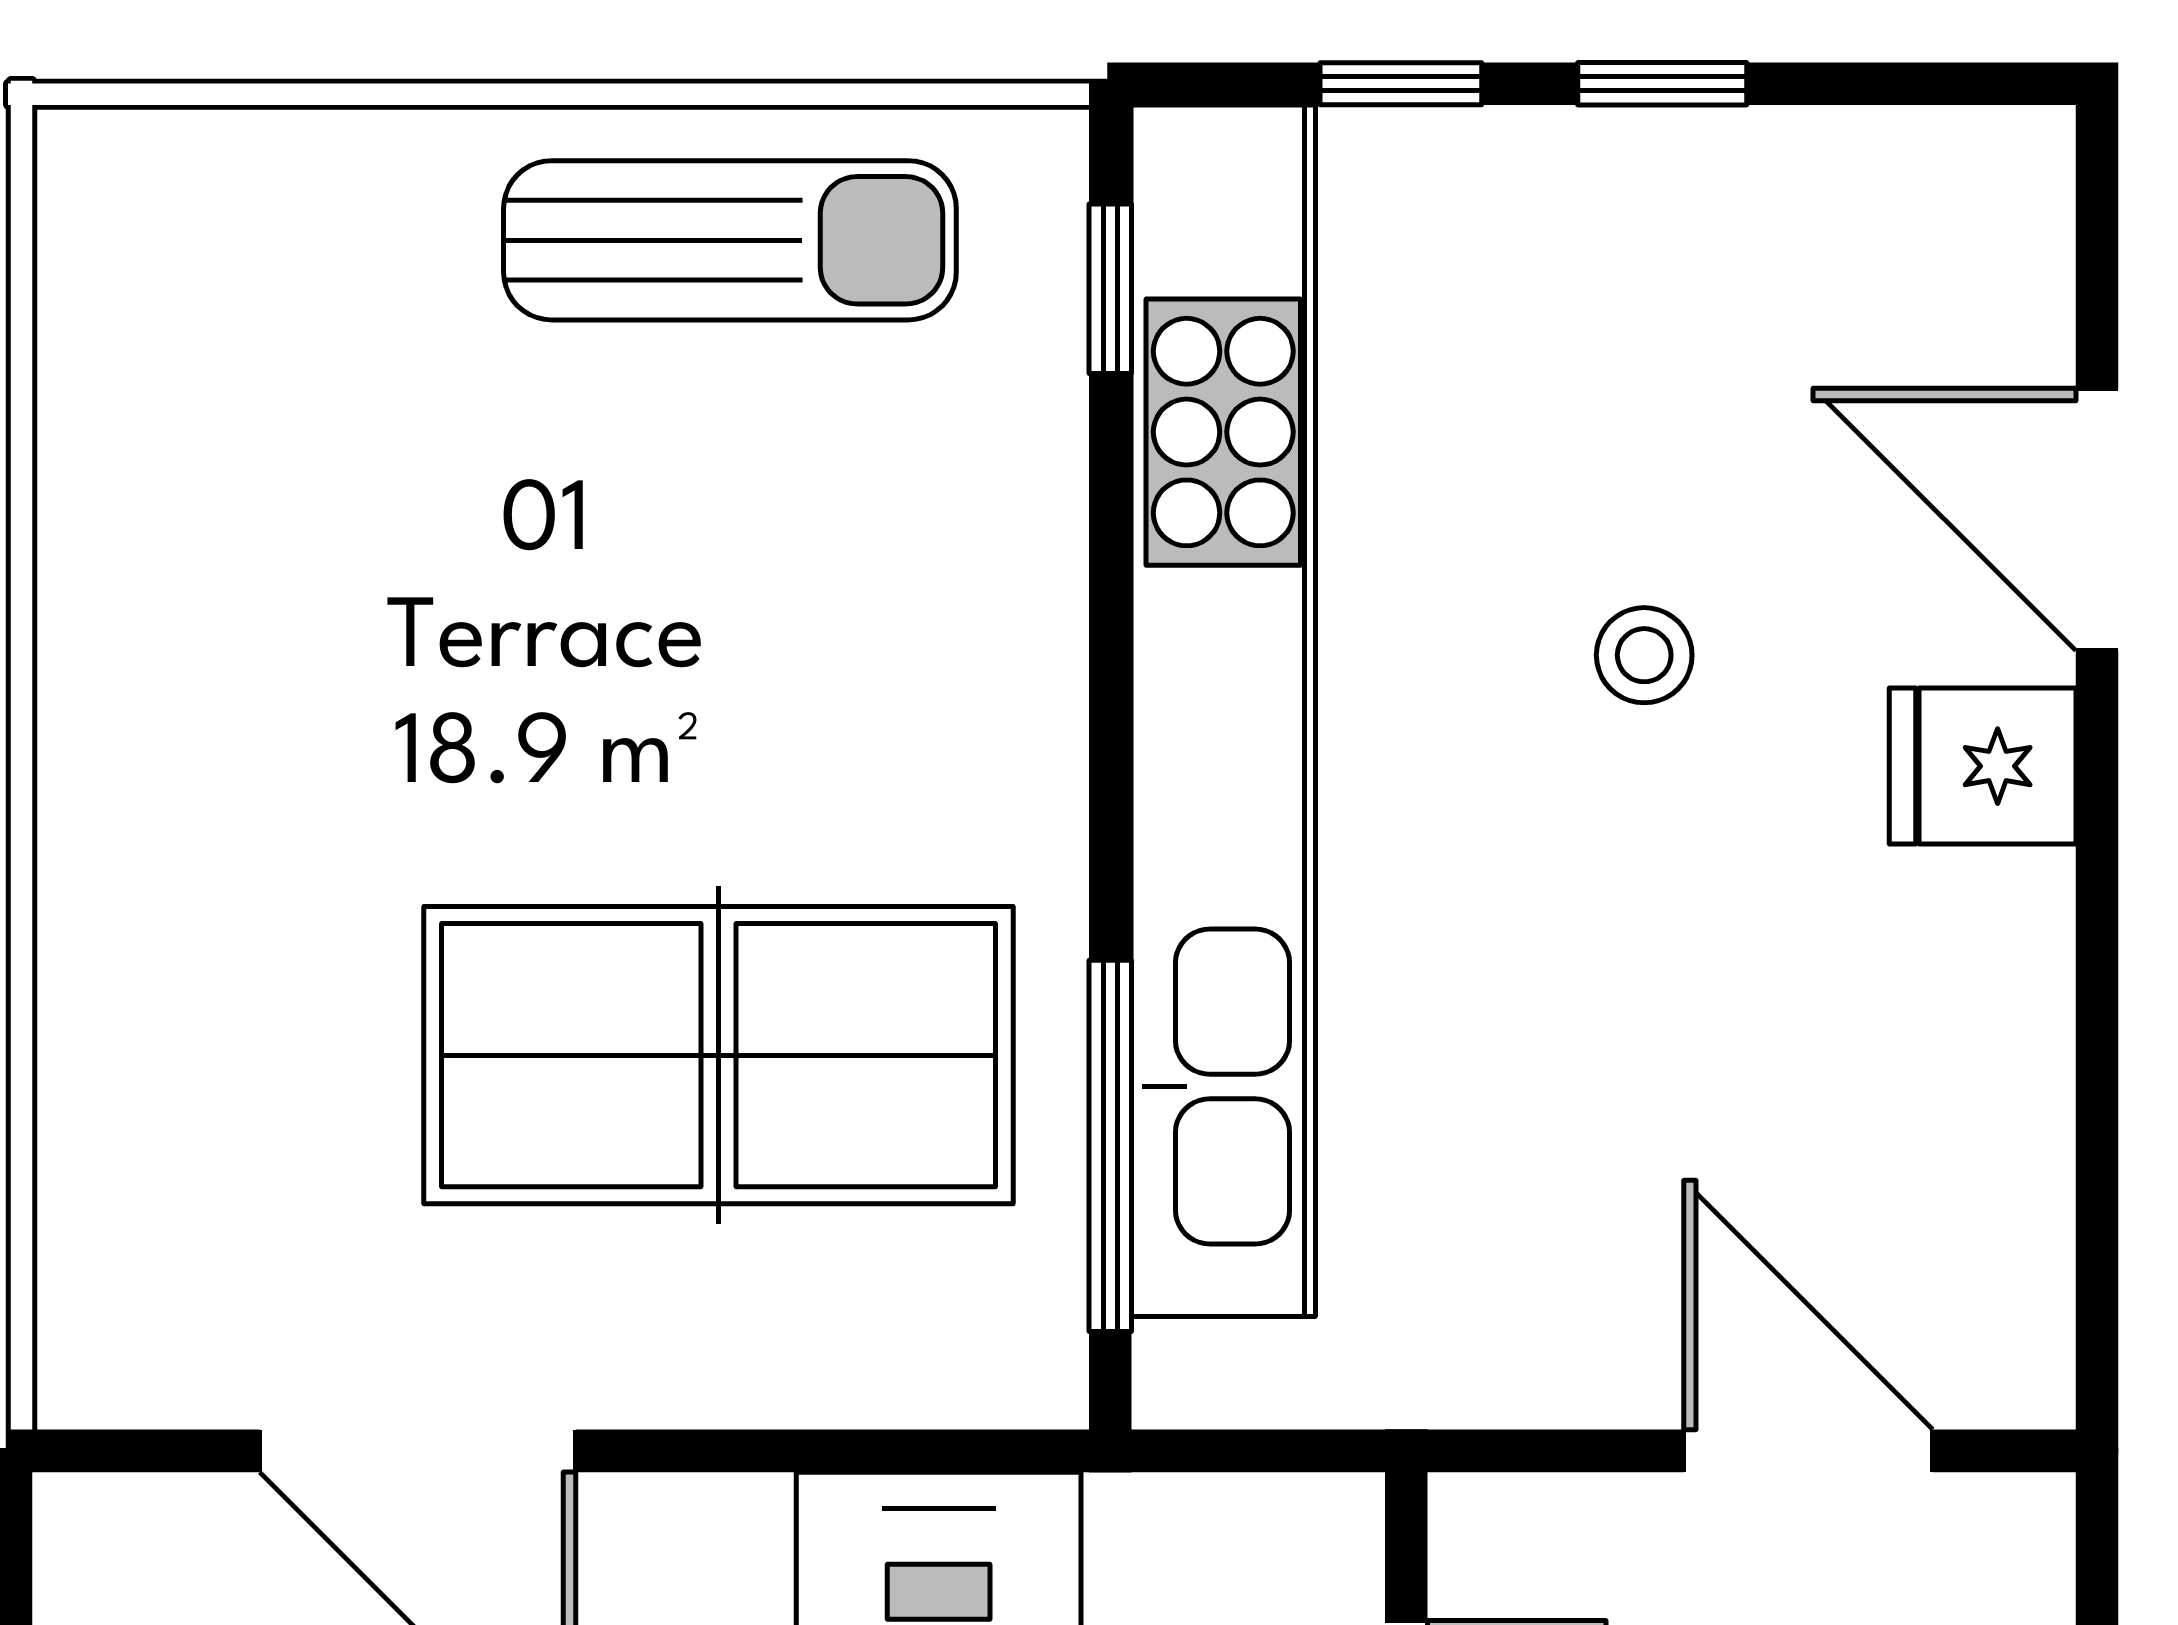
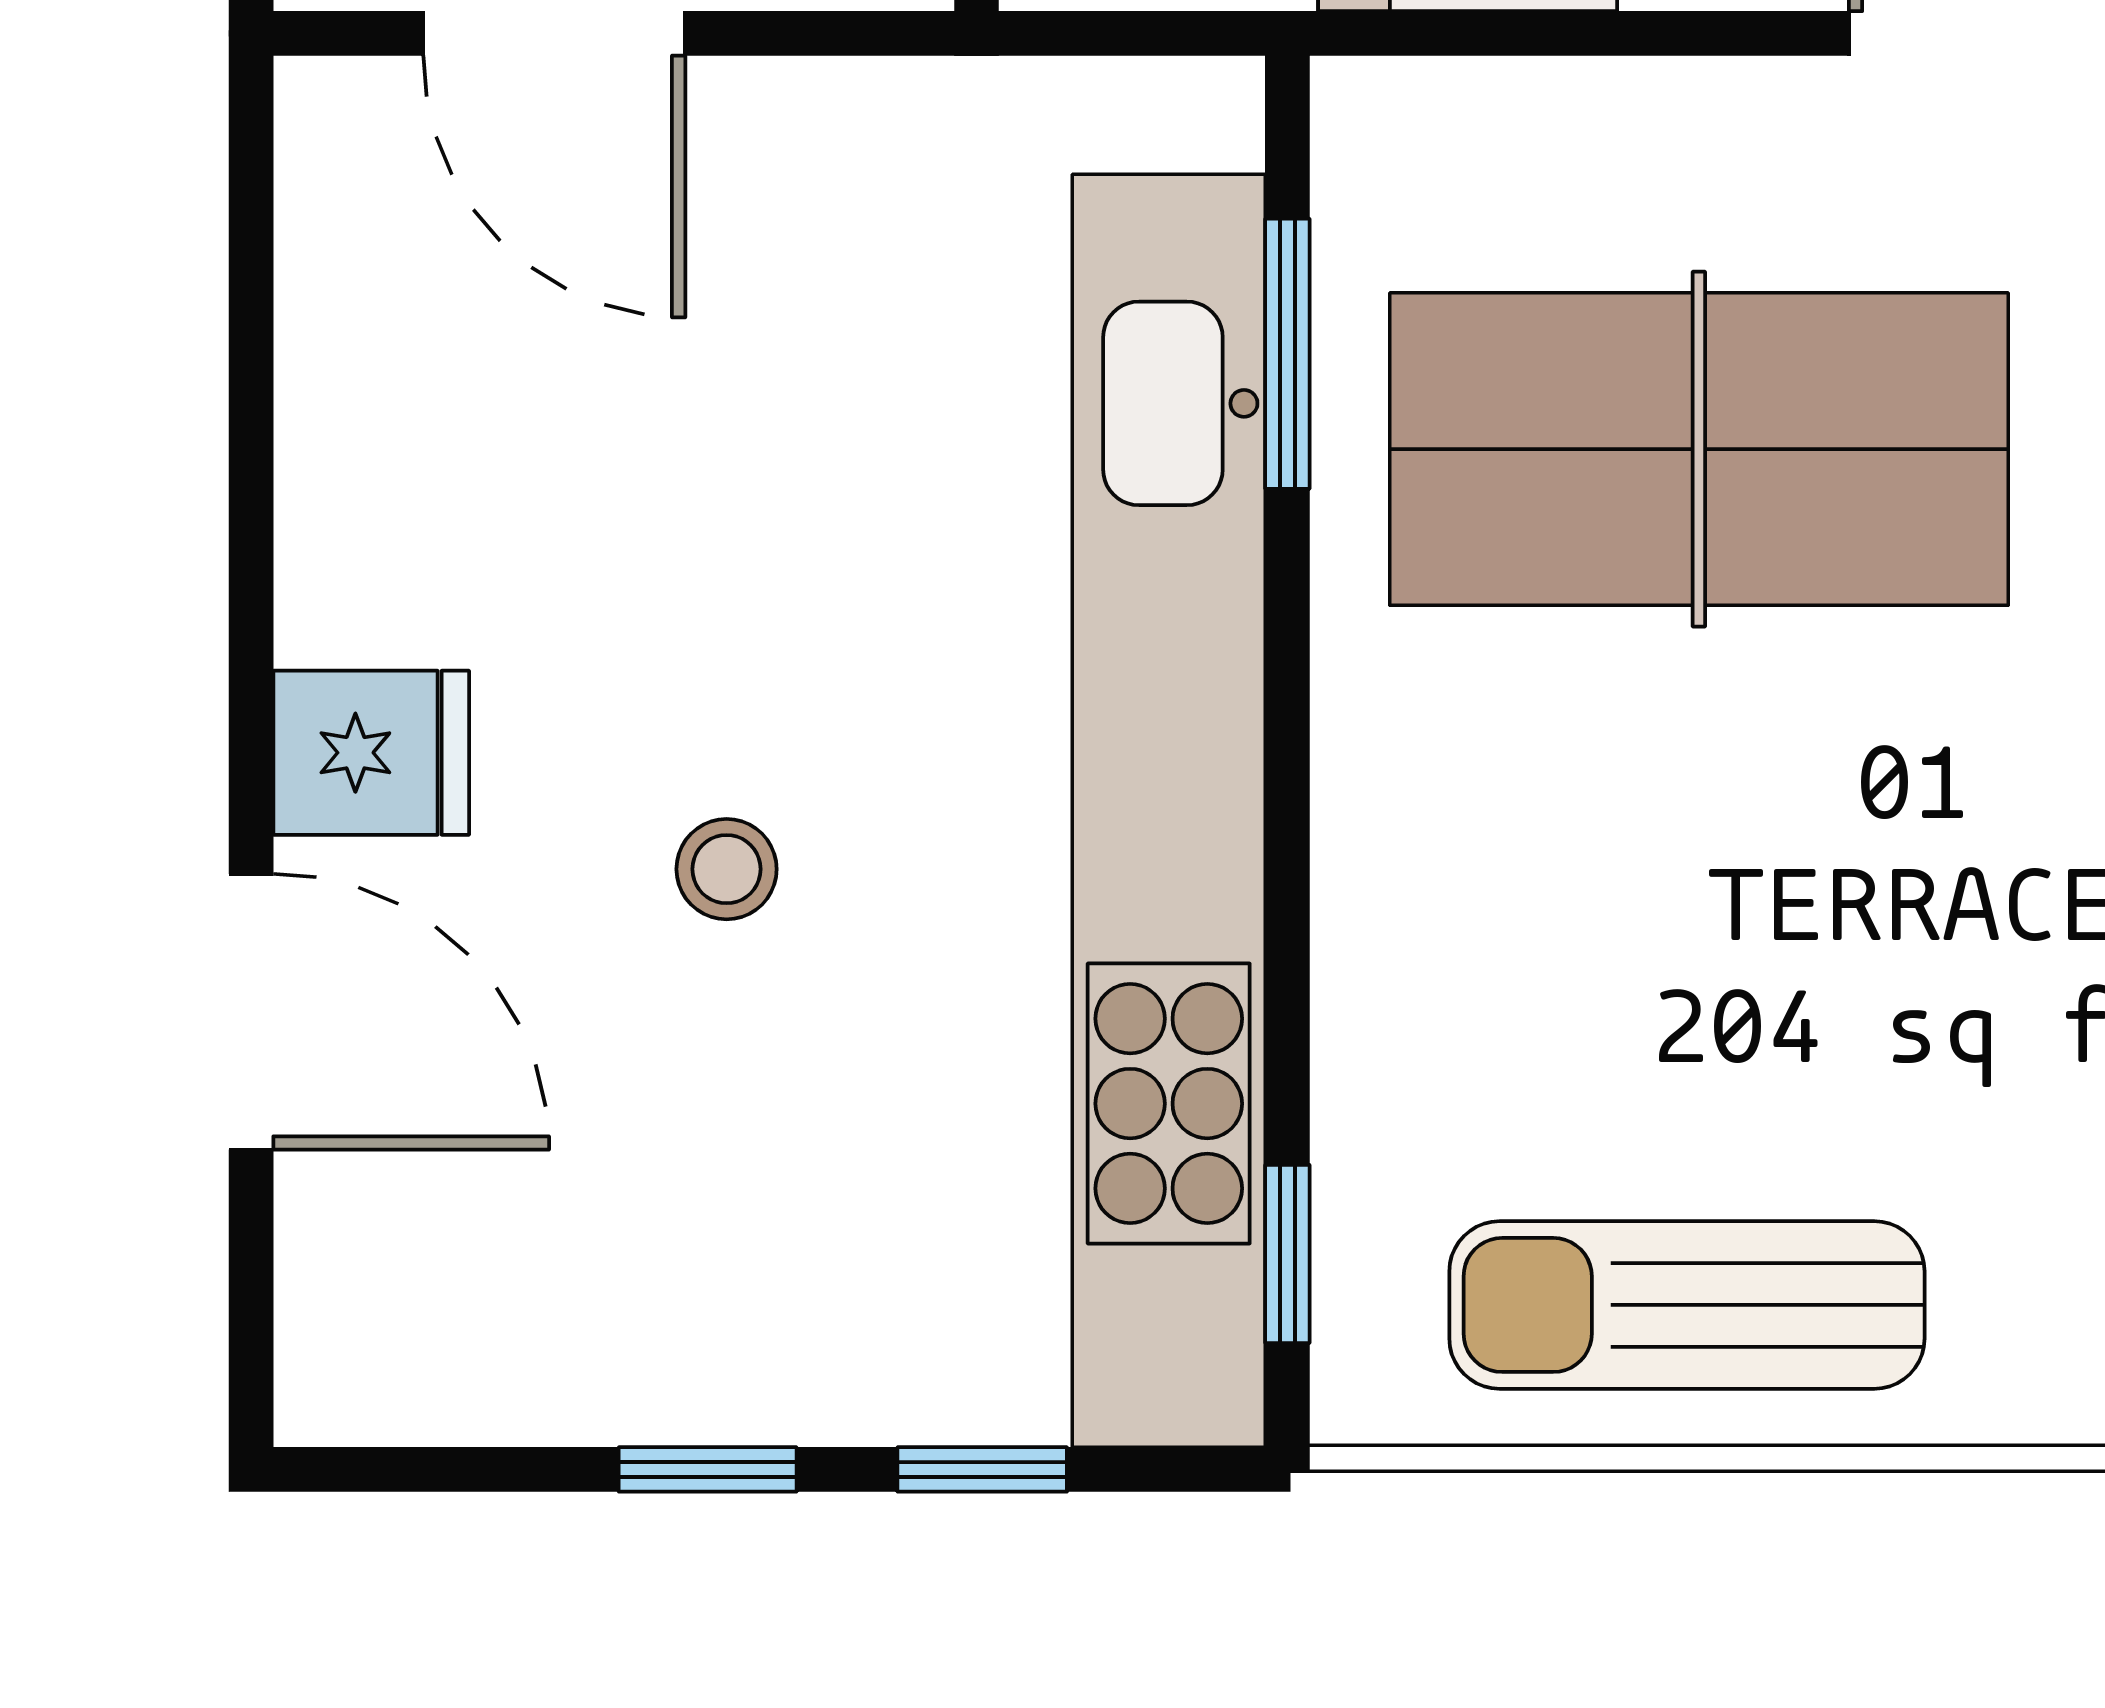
window: (1110, 1146) -> (1287, 354), width x0.69

